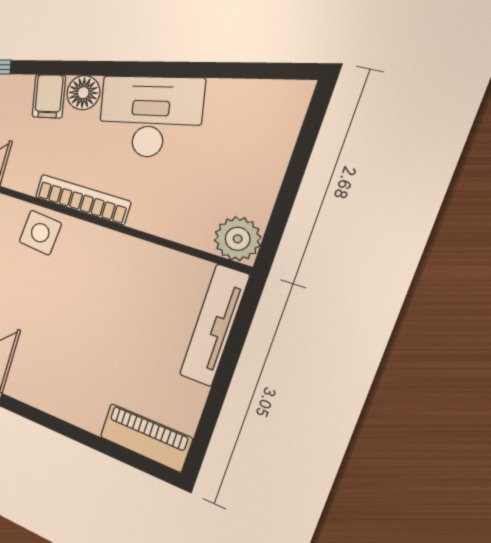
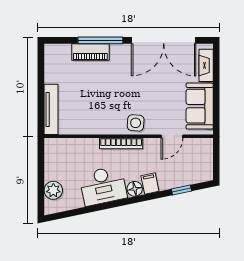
plant: (238, 239) -> (53, 190), moved
window: (59, 426) -> (100, 40), added
piano: (146, 438) -> (90, 52), moved

